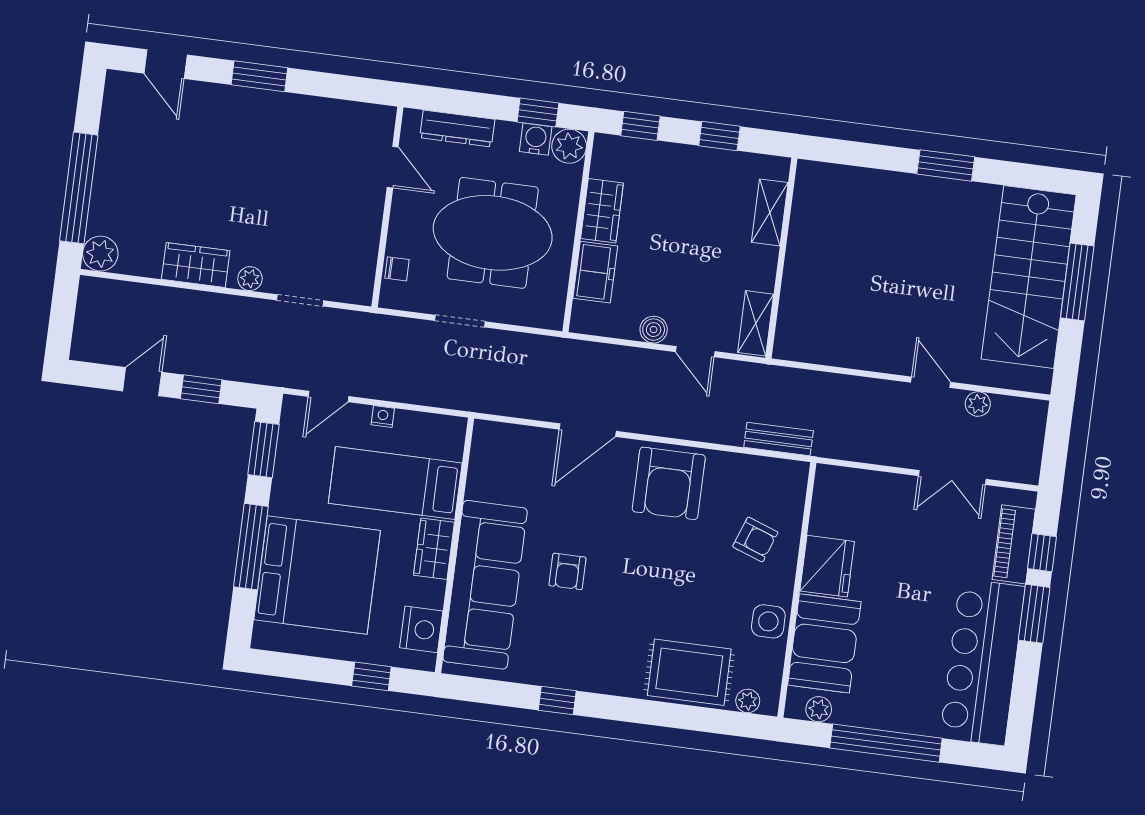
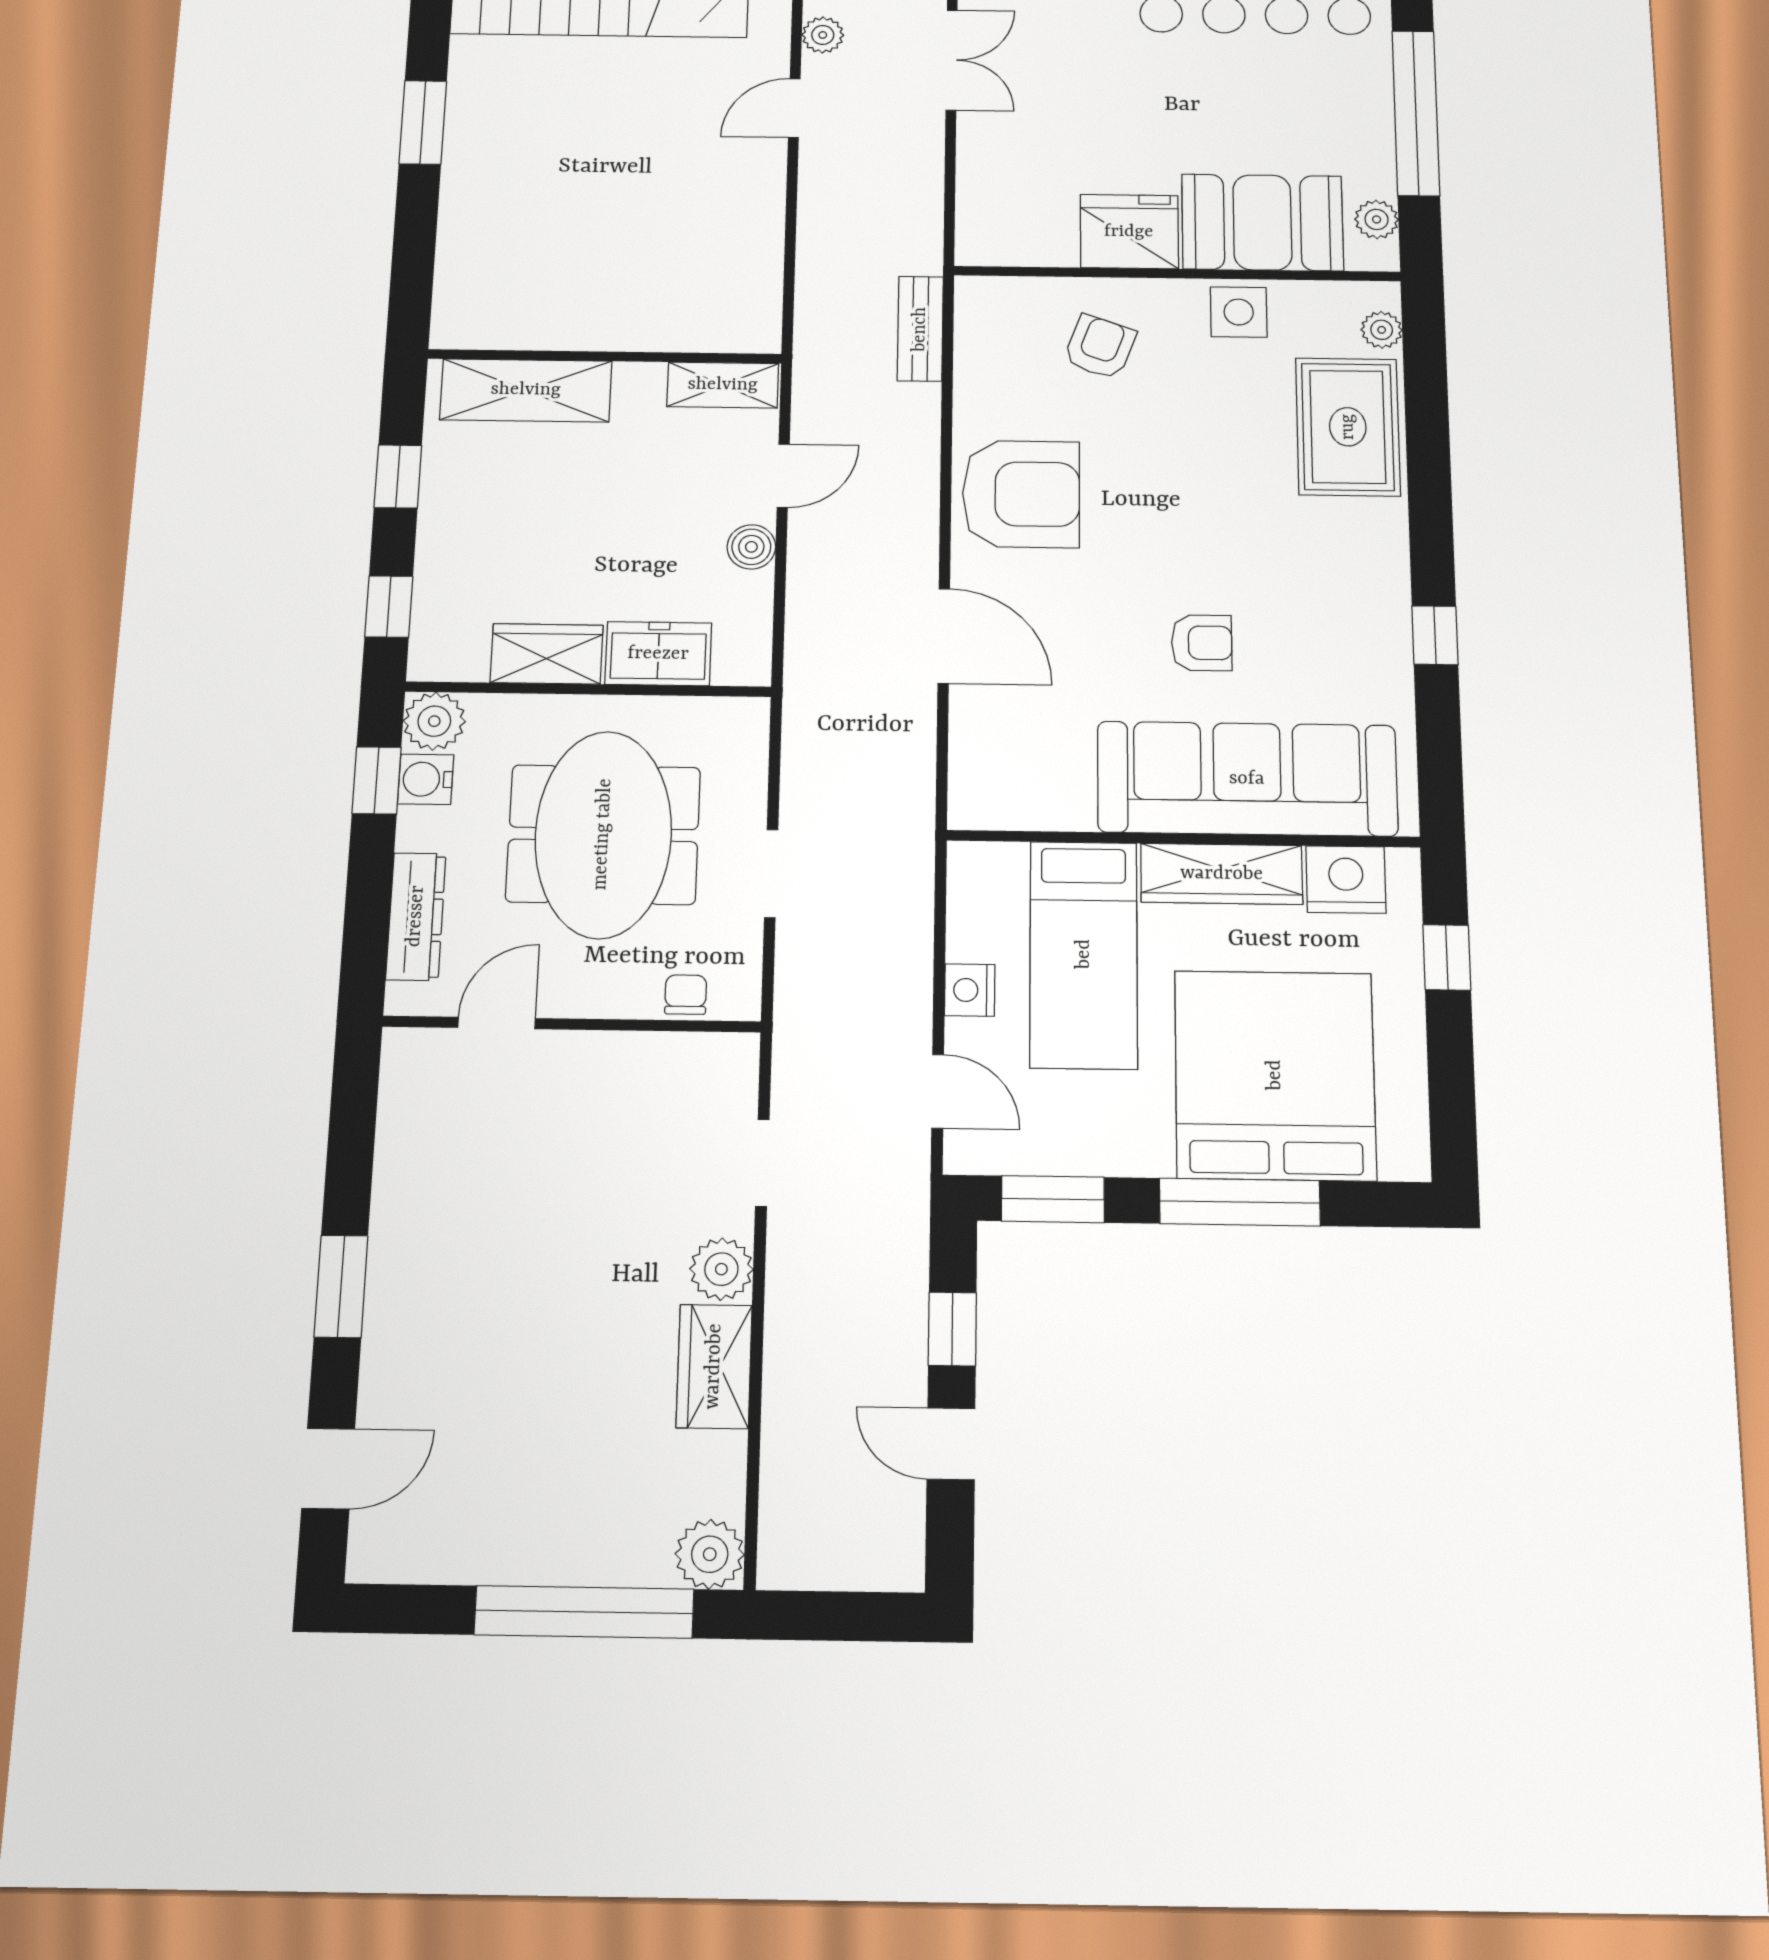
shelving: (770, 212) -> (526, 390), width x1.50, depth x1.33
plant: (250, 279) -> (721, 1269), width x1.38, depth x1.38
nightstand: (383, 417) -> (970, 990), width x1.39, depth x1.35
wardrobe: (434, 549) -> (1222, 874), width x1.50

